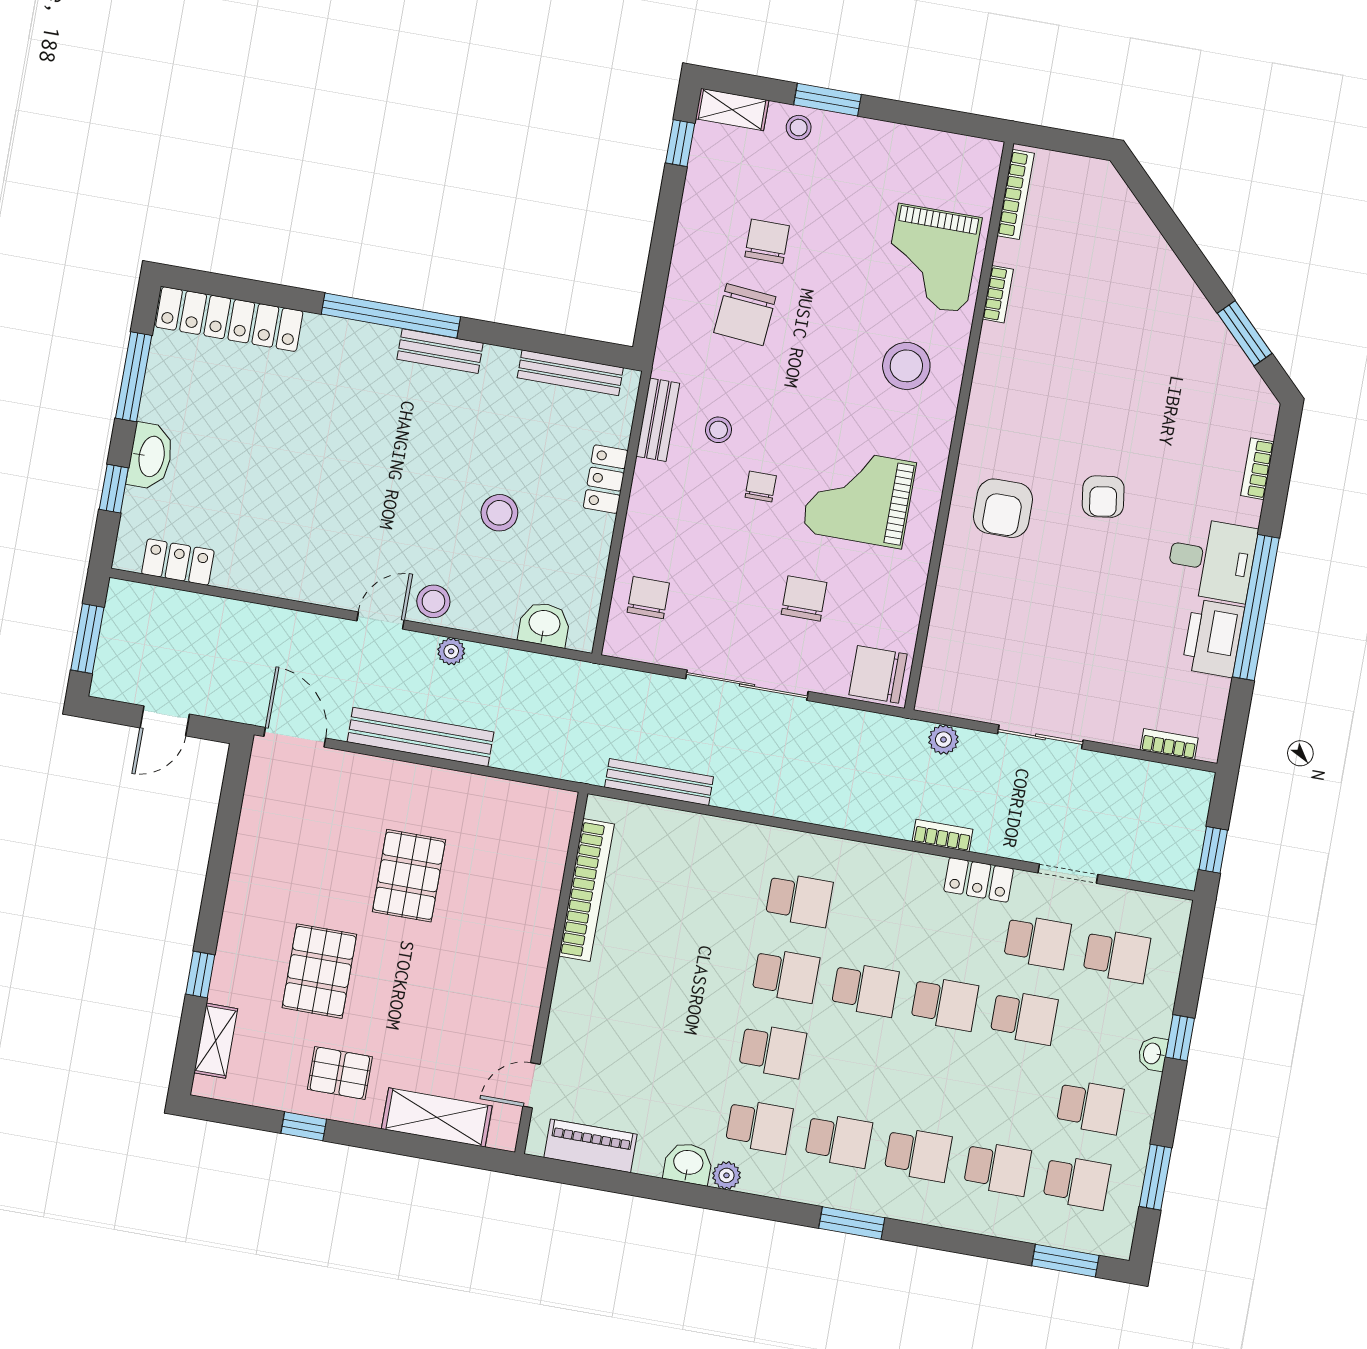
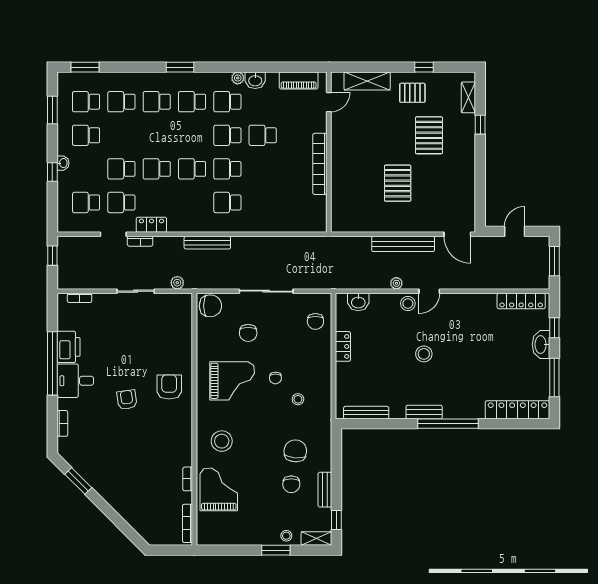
bench: (658, 420) -> (325, 490), moved
locker: (606, 479) -> (343, 346), moved
stool: (499, 513) -> (424, 354), moved
locker: (178, 562) -> (521, 301), width x1.53
bench: (659, 782) -> (207, 243), moved
bookcase: (943, 835) -> (140, 241), moved
bookcase: (586, 890) -> (320, 164), moved
school desk: (693, 1037) -> (263, 135), added

